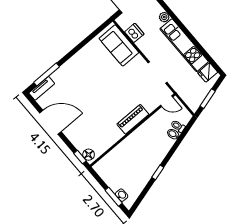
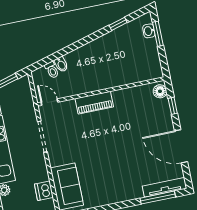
tv unit: (42, 88) -> (164, 187), width x1.41
window: (80, 157) -> (173, 106), moved
window: (158, 172) -> (118, 24), moved

